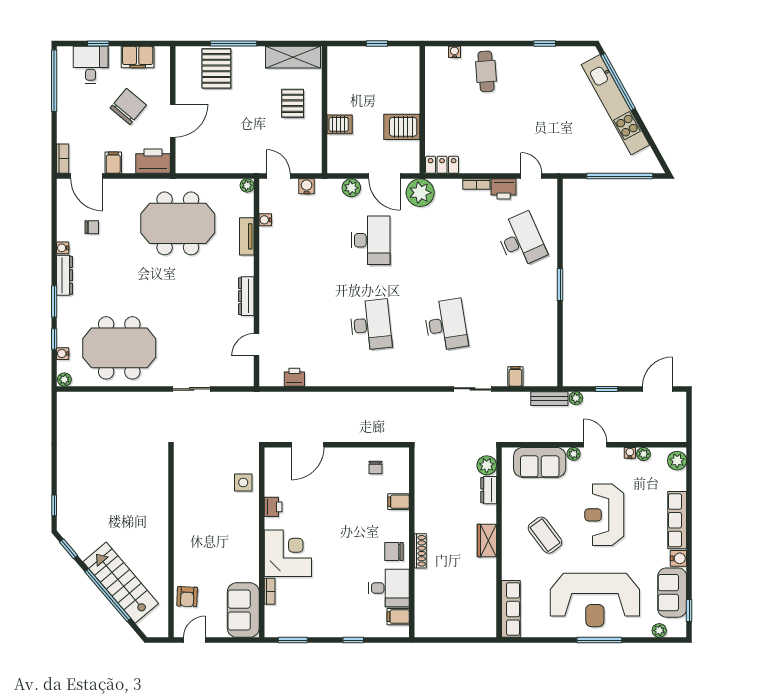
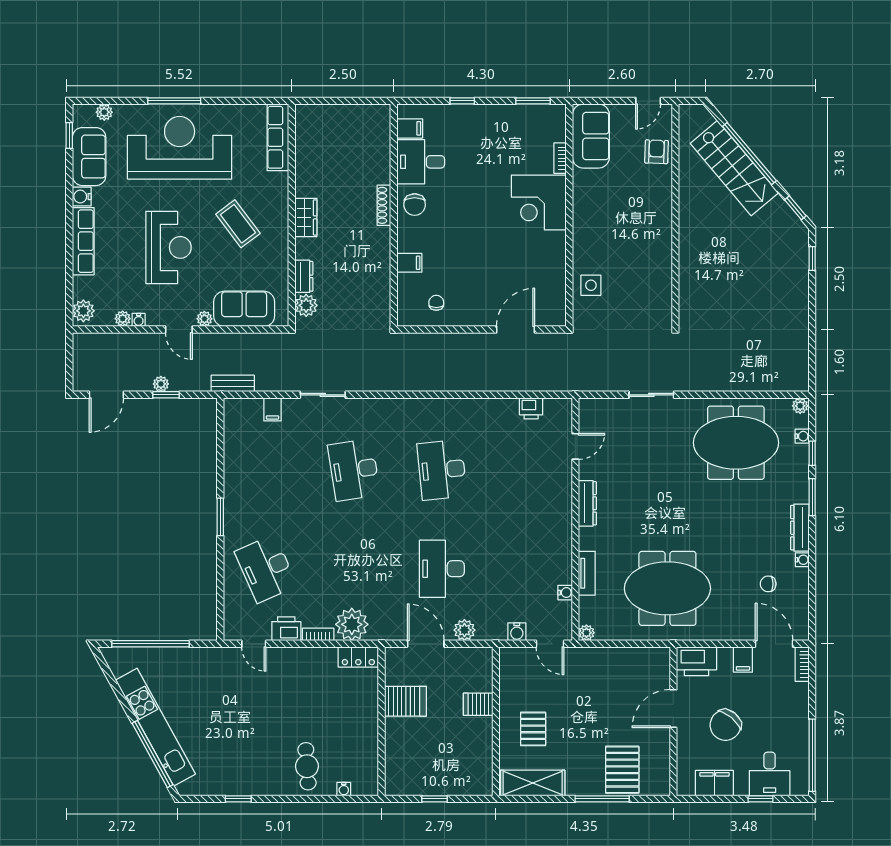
plant: (420, 193) -> (352, 624), moved
plant: (576, 398) -> (161, 384), moved
printer: (273, 507) -> (556, 257), removed
chair: (394, 551) -> (415, 205), turned 90

